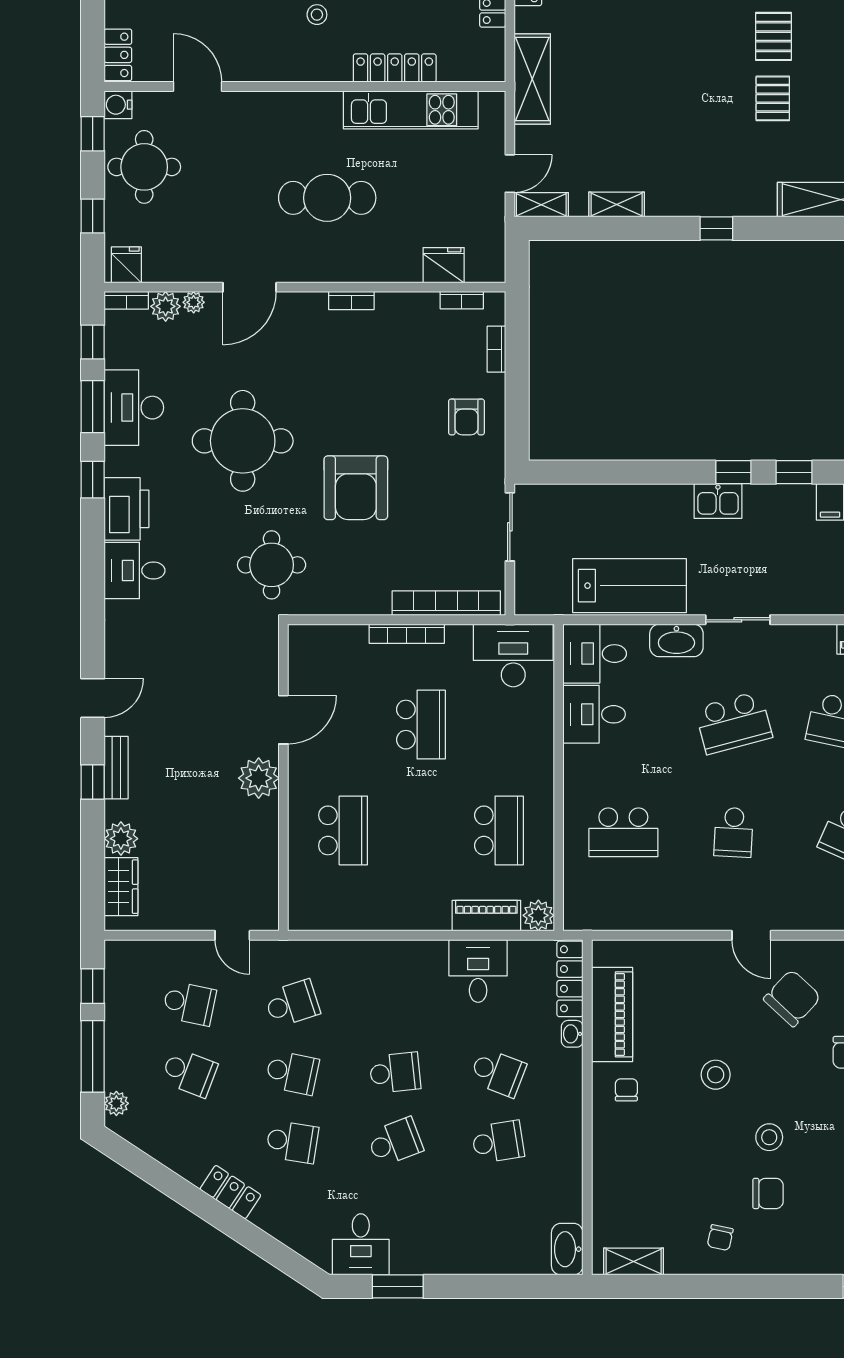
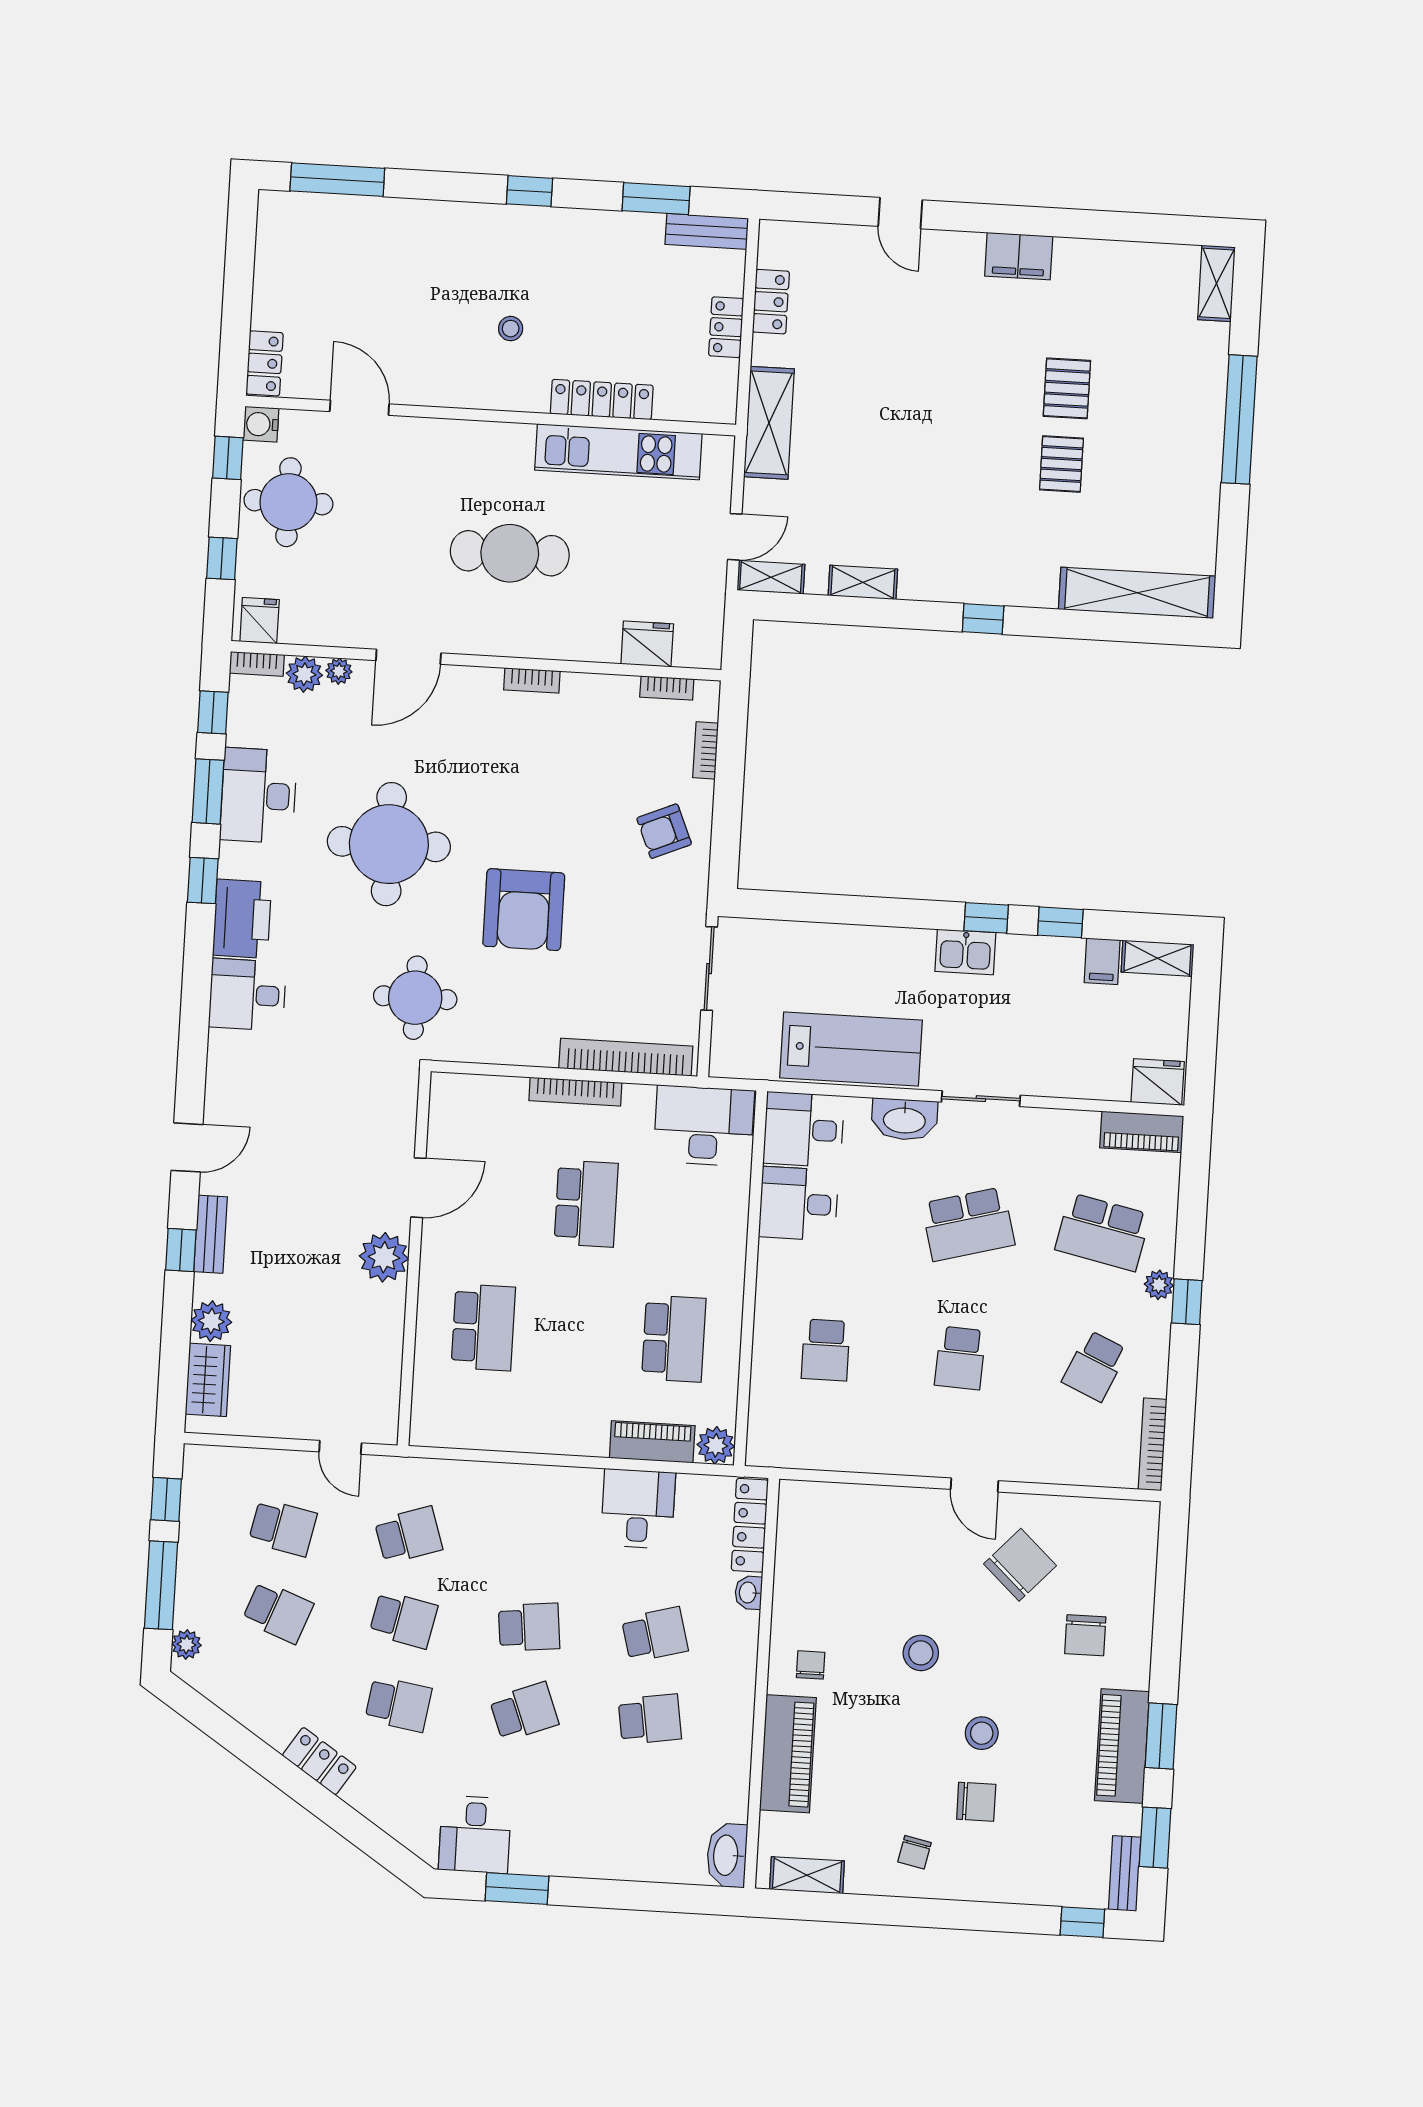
armchair: (466, 417) -> (664, 831), turned 67
school desk: (623, 832) -> (826, 1350), width x0.54
piano: (612, 1014) -> (788, 1754), moved
school desk: (498, 1073) -> (655, 1635), turned -36

